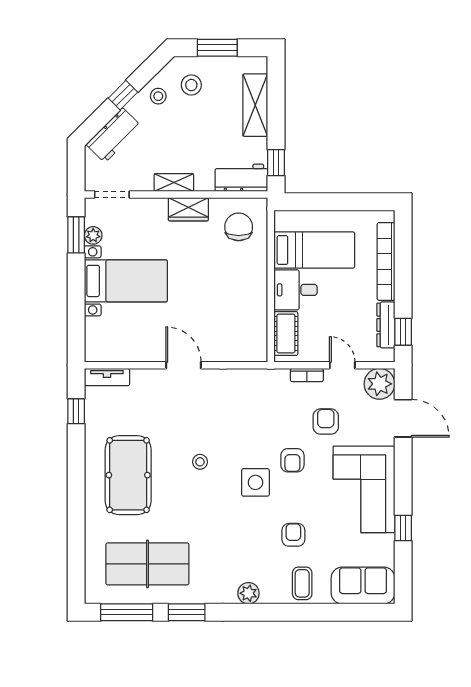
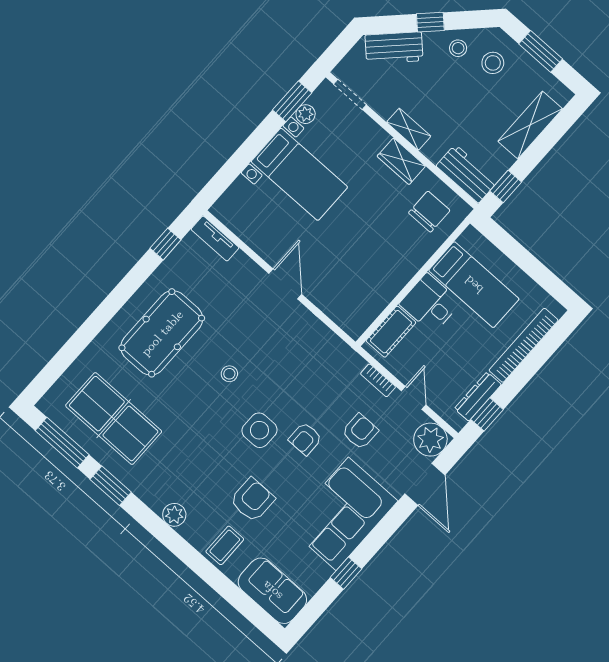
armchair: (293, 535) -> (252, 500), width x1.38, depth x1.38

